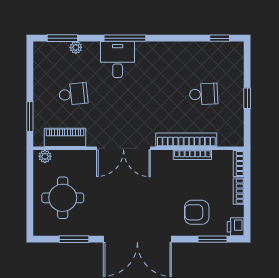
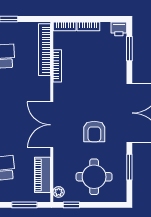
bookcase: (186, 140) -> (44, 50), moved
double door: (123, 148) -> (52, 125), swing flipped
window: (30, 171) -> (71, 205), added
armchair: (197, 212) -> (94, 131), moved

